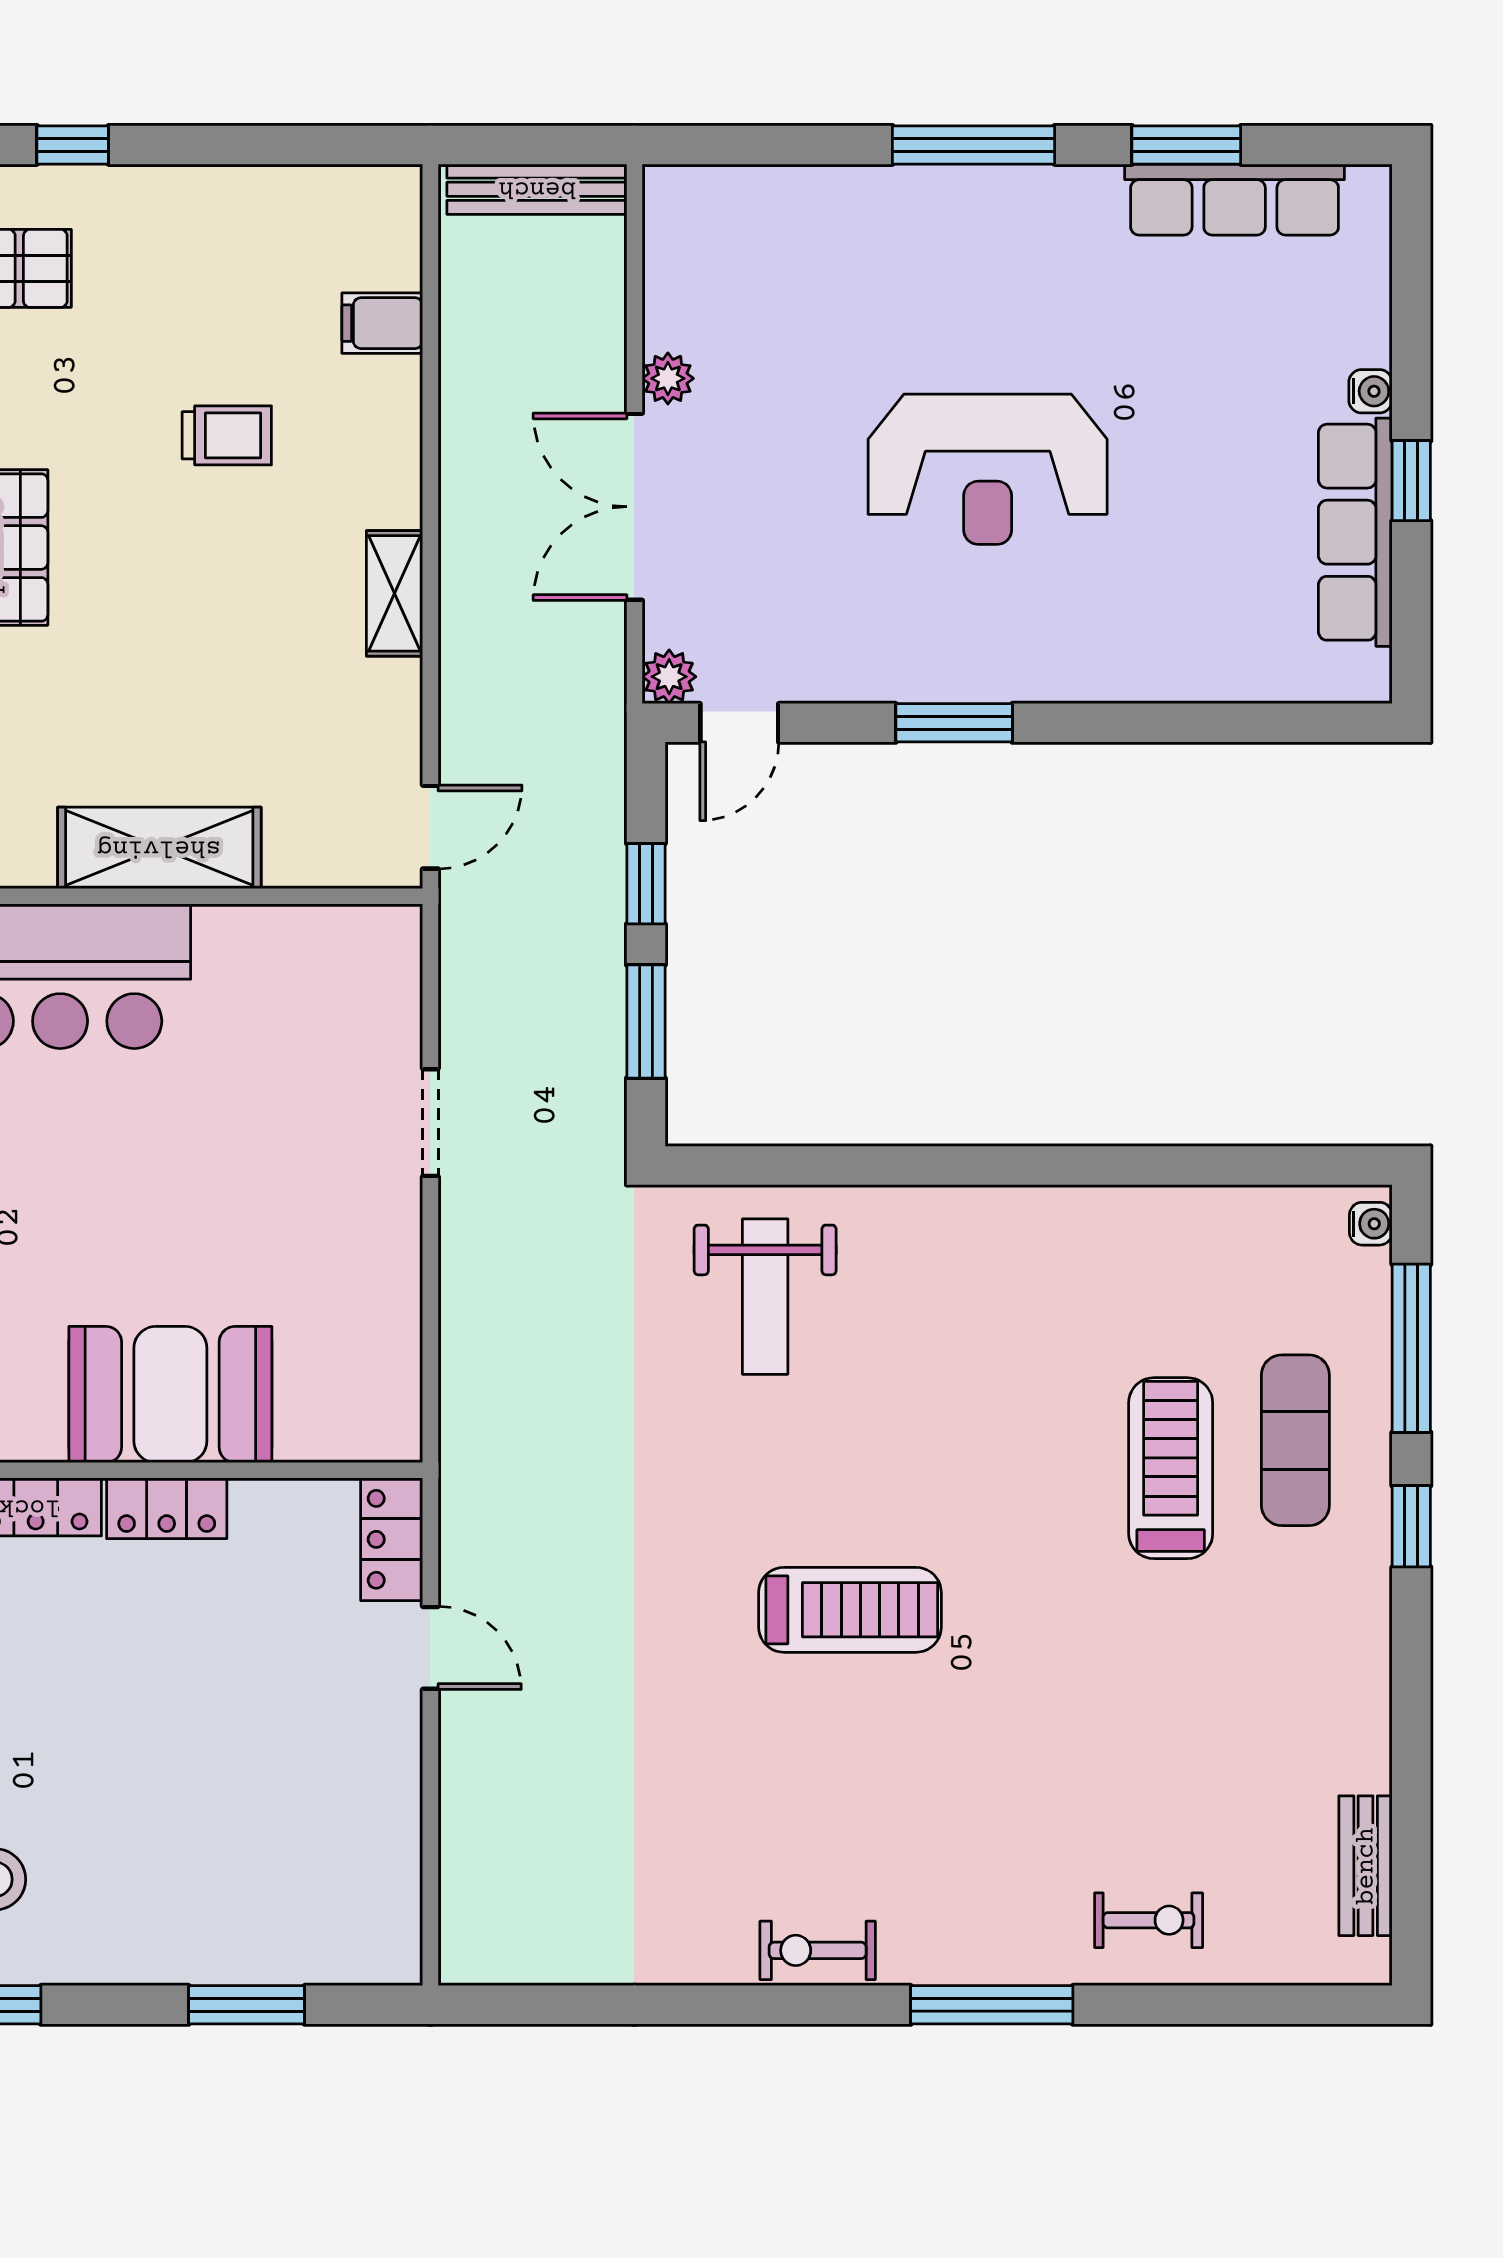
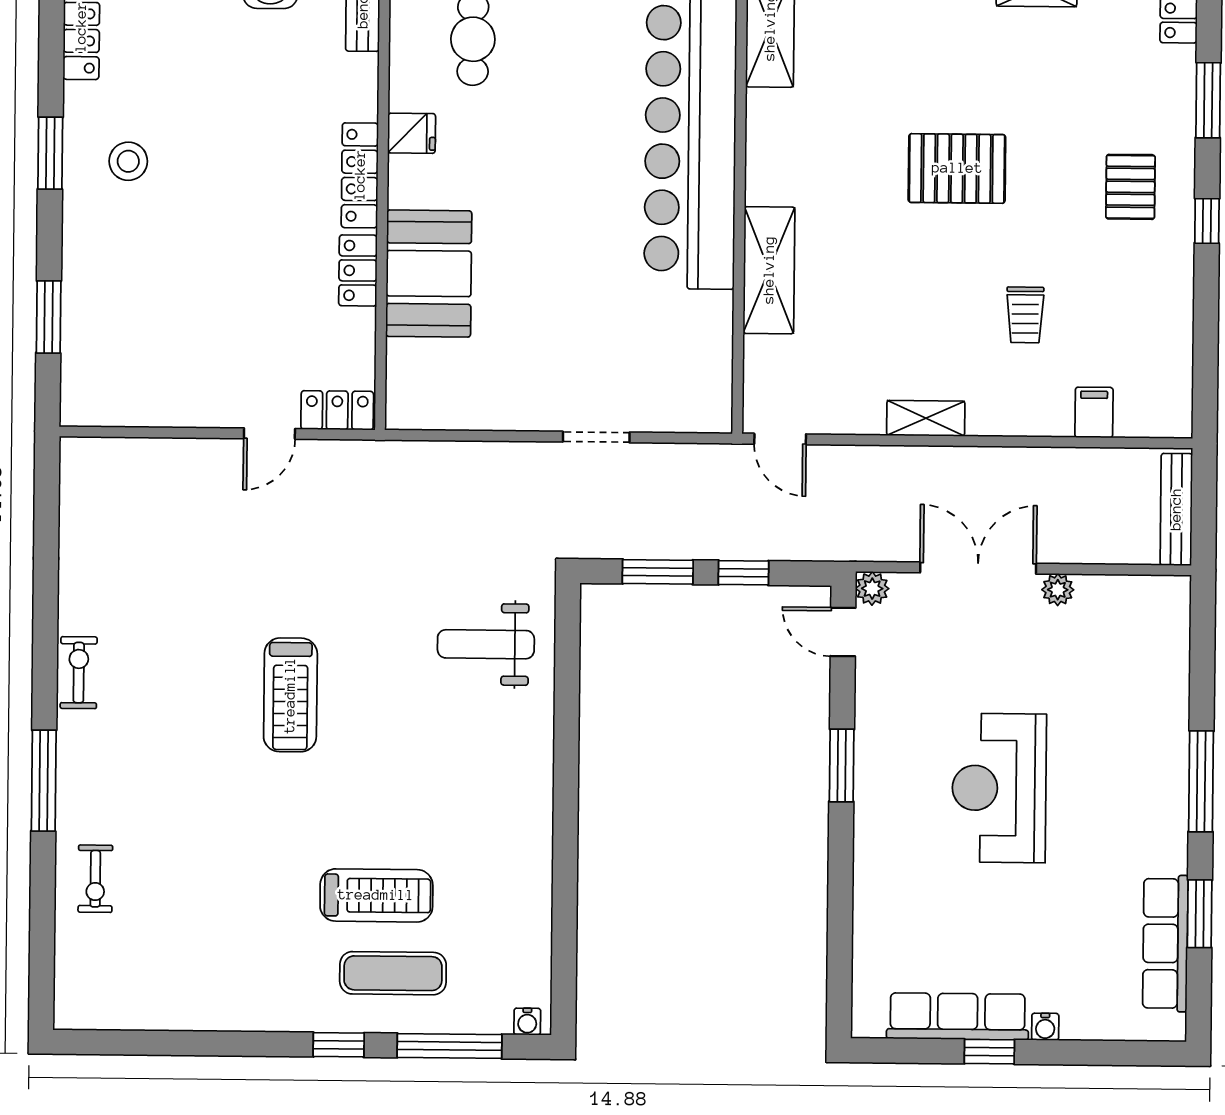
bench: (1366, 1866) -> (128, 1014), removed

